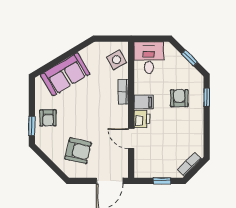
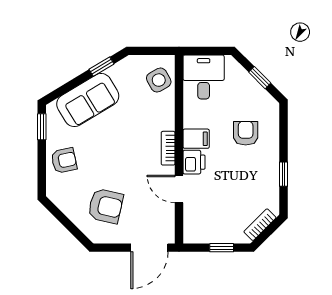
window: (75, 50) -> (101, 67), added
bookcase: (123, 92) -> (168, 148), moved
window: (207, 97) -> (284, 174), moved
armchair: (48, 118) -> (64, 160), turned -102
window: (32, 126) -> (42, 127), moved

